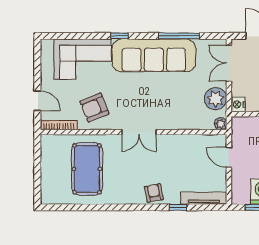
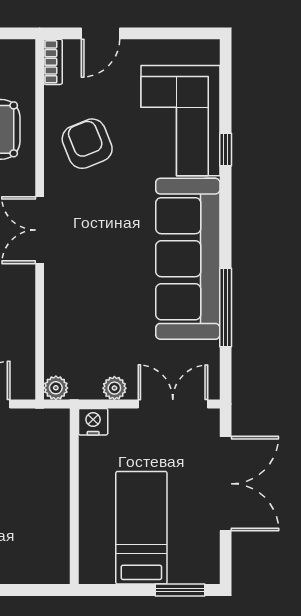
window: (119, 36) -> (226, 150), moved
plant: (215, 99) -> (114, 388), width x0.53, depth x0.53
bookcase: (59, 125) -> (53, 62), width x0.64

